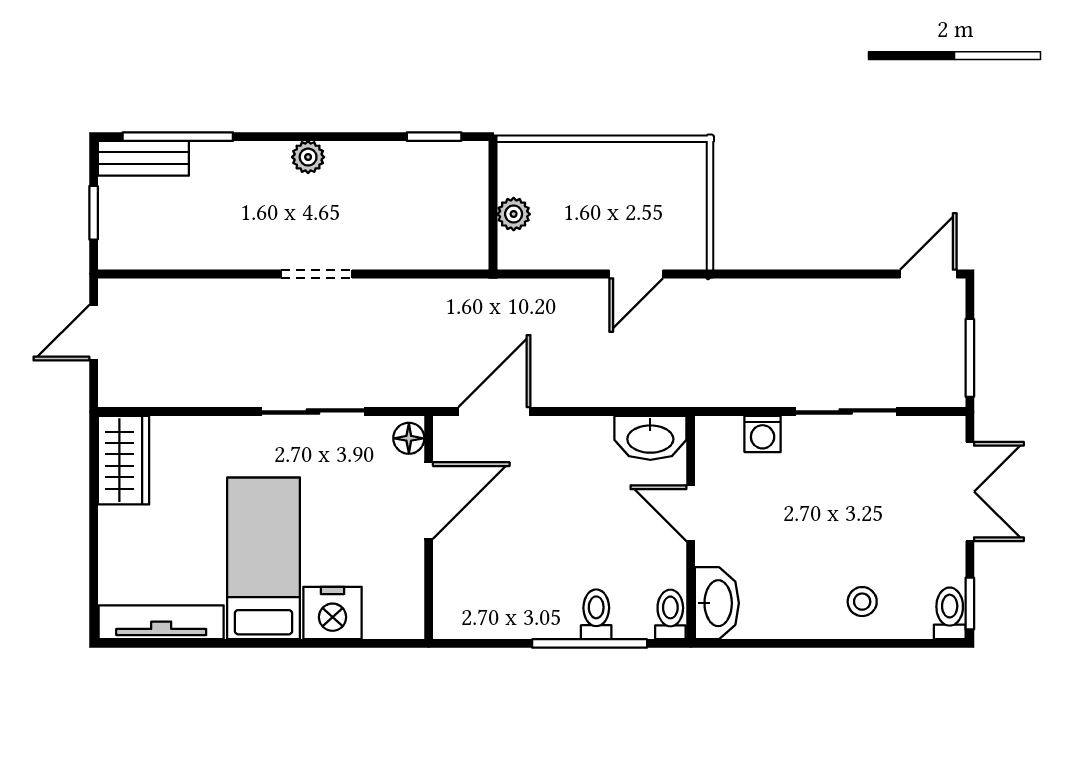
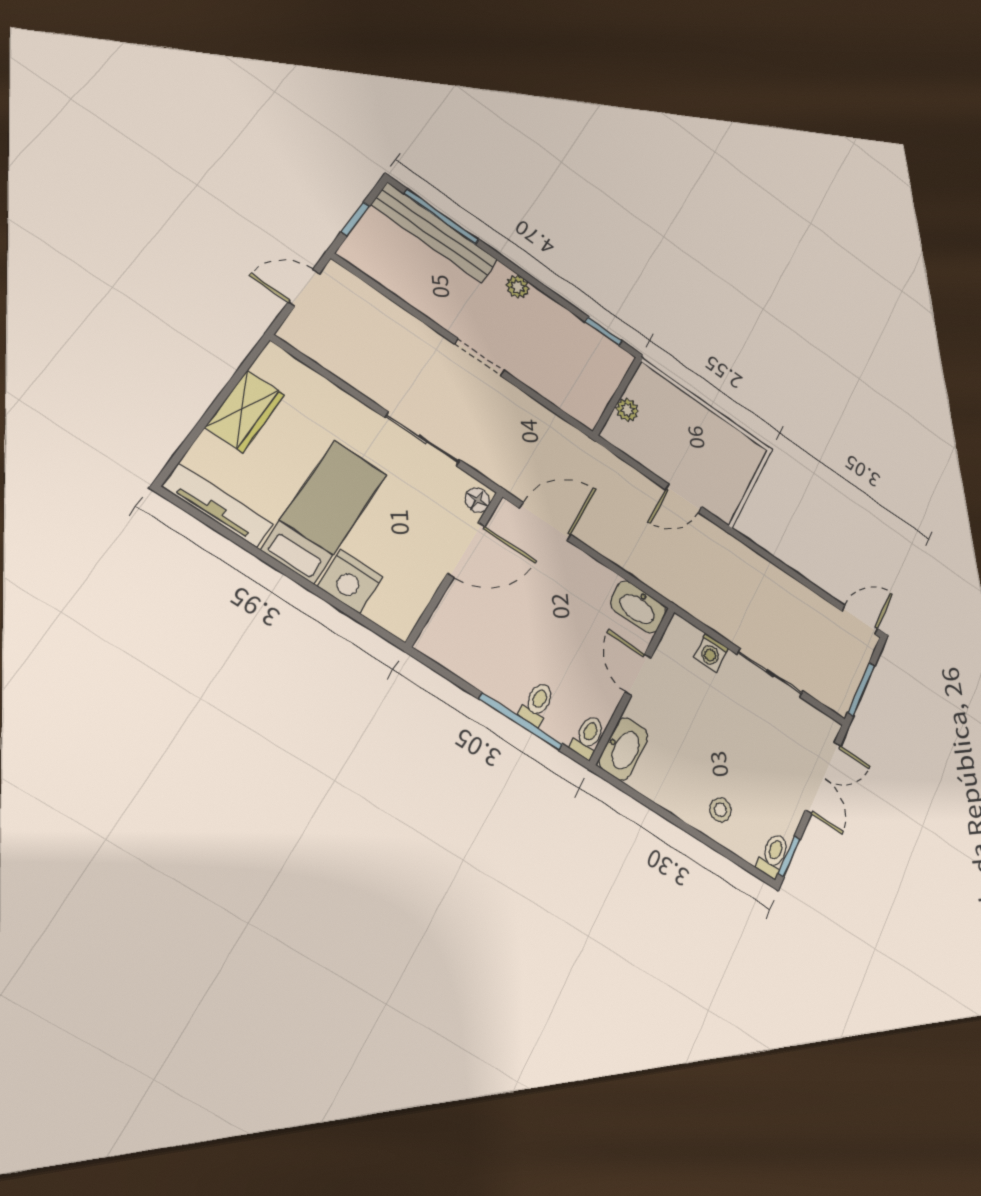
bench: (143, 158) -> (435, 233), width x1.86, depth x1.21
wardrobe: (124, 460) -> (245, 411), moved

